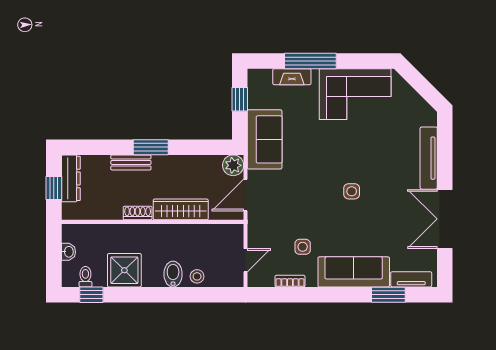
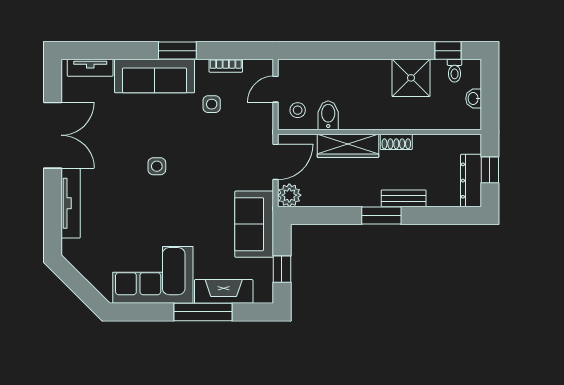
fireplace: (292, 77) -> (224, 291), width x1.37, depth x1.32
bidet: (173, 274) -> (328, 115), moved, turned 180
stool: (197, 276) -> (298, 110), moved
window: (388, 295) -> (177, 51), moved

